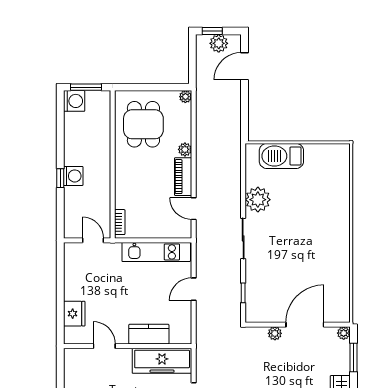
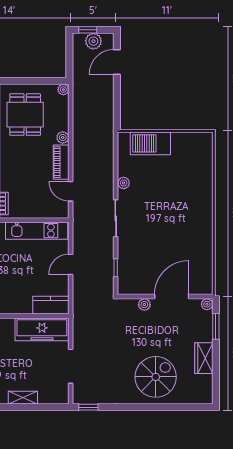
plant: (258, 200) -> (124, 183), width x0.53, depth x0.53
kitchen counter: (149, 334) -> (51, 305), moved

